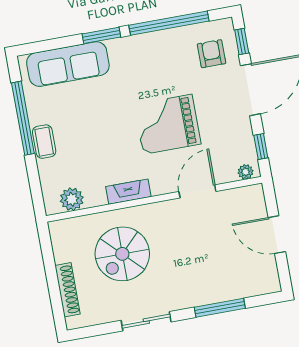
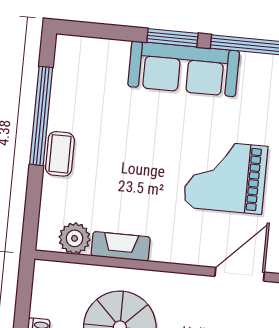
sofa: (68, 64) -> (184, 69), moved
fireplace: (128, 192) -> (121, 246), moved

